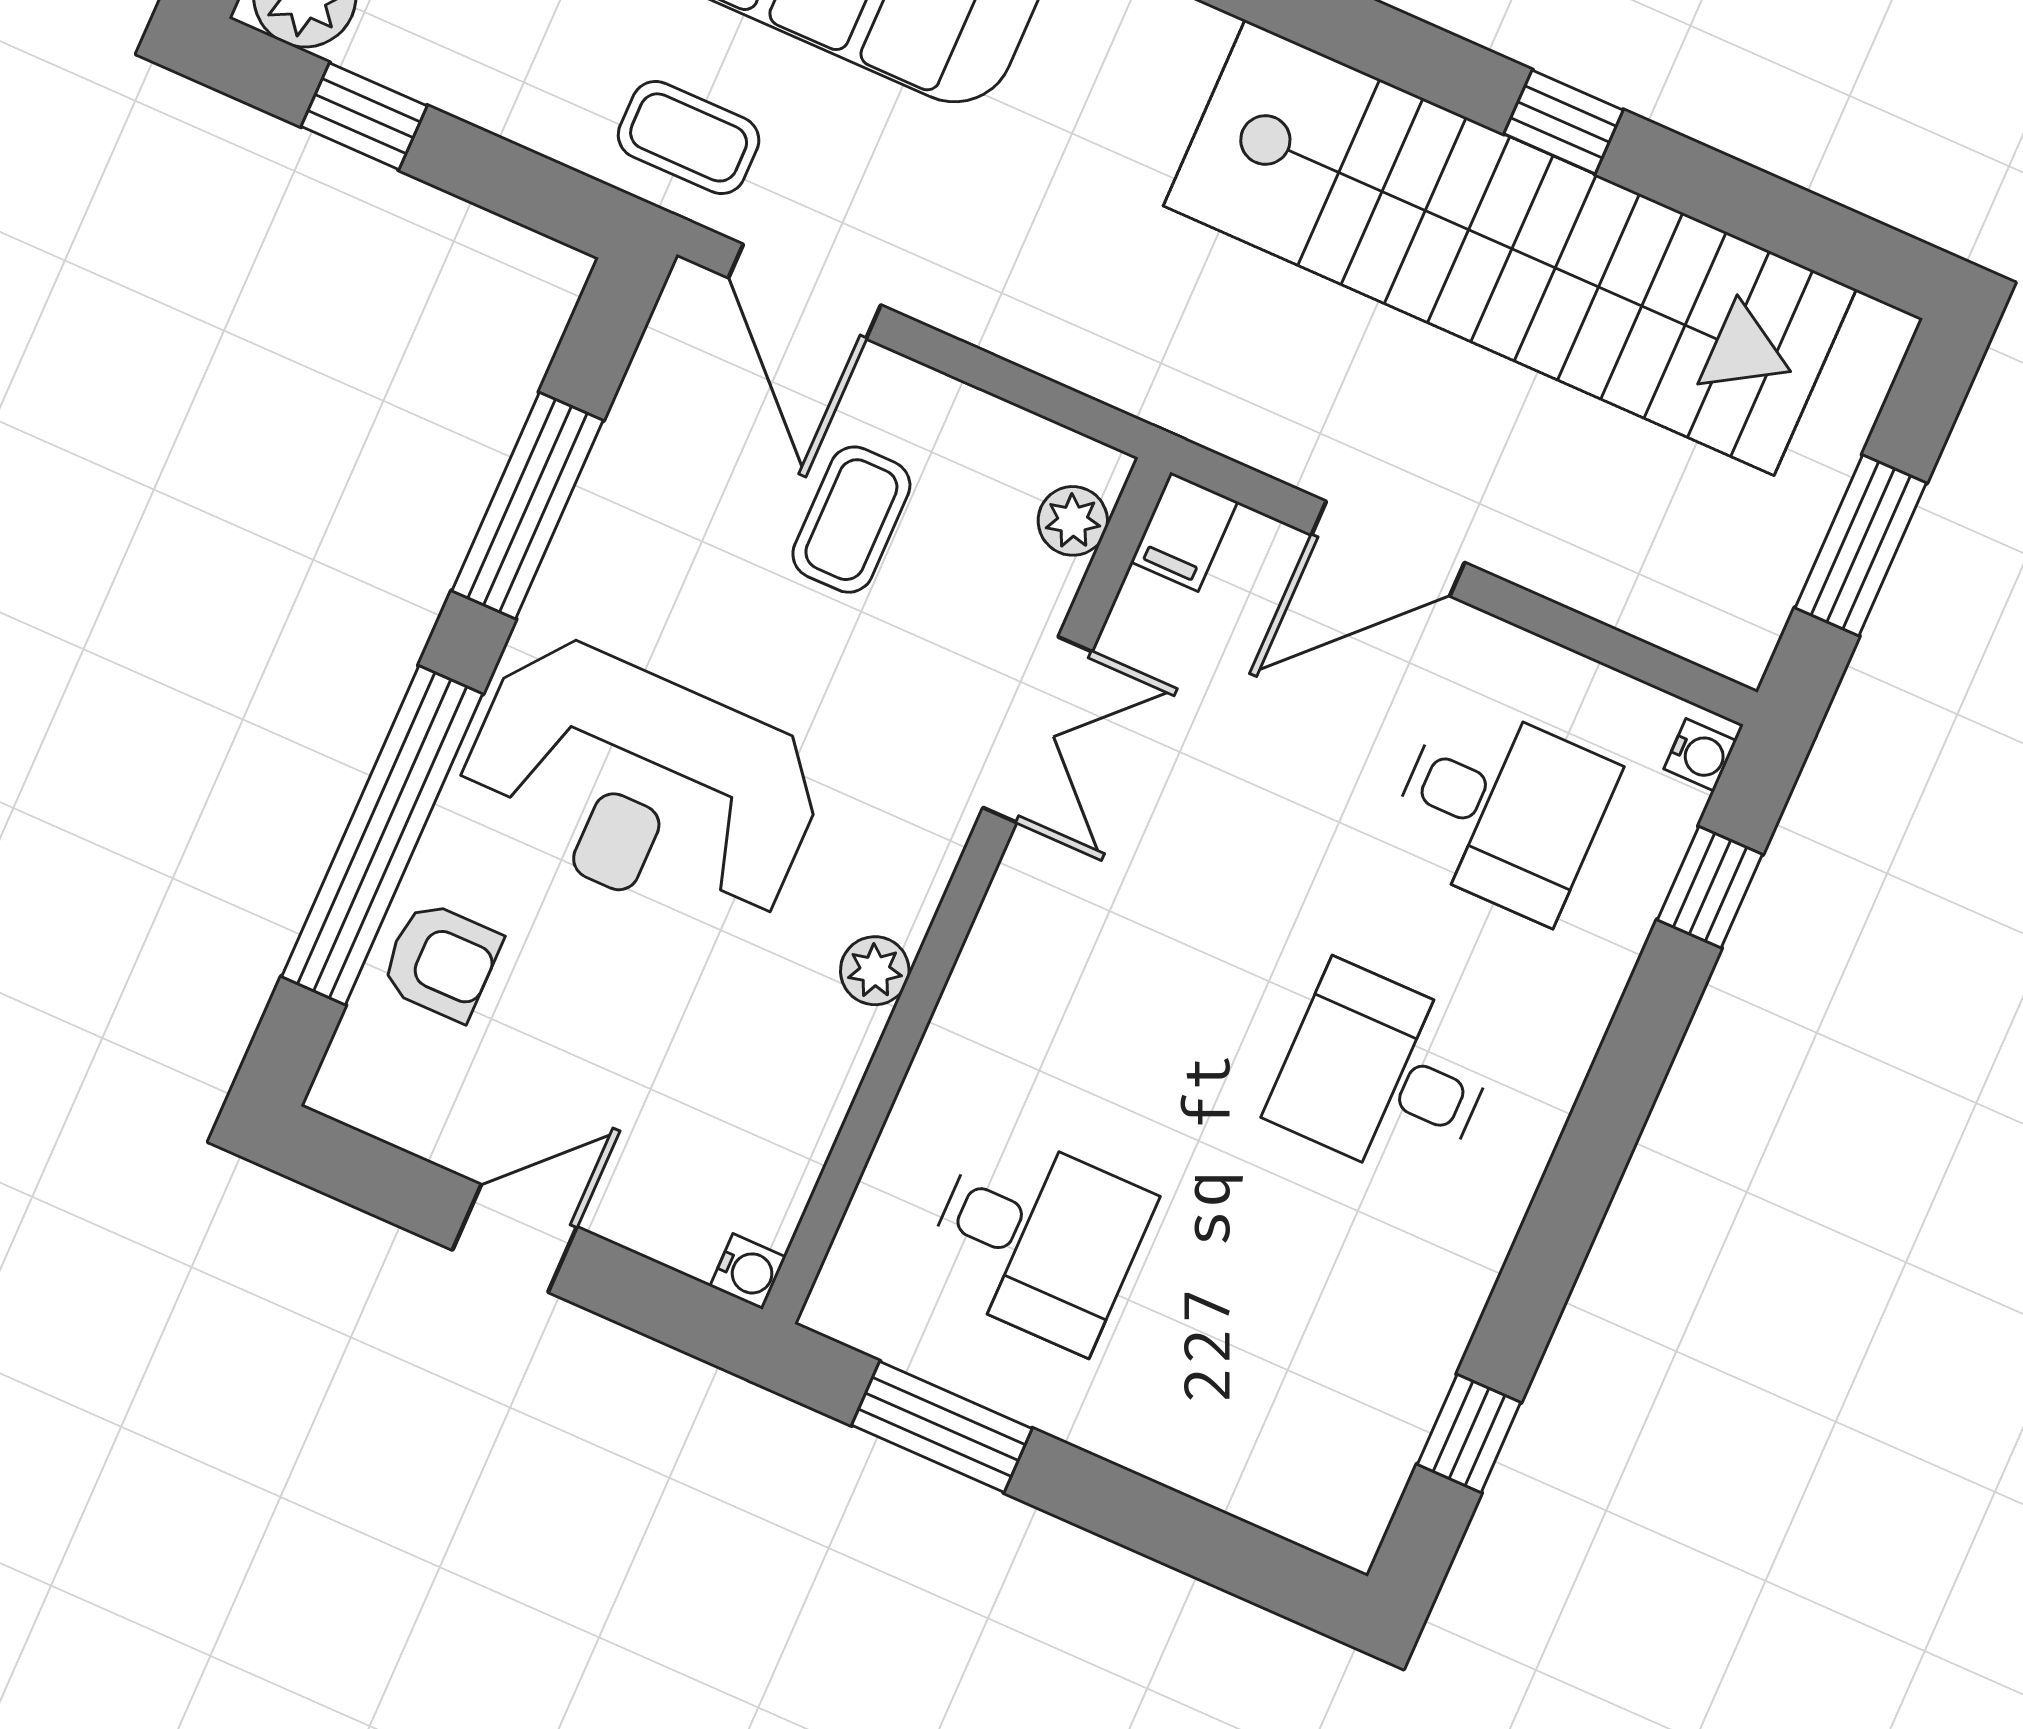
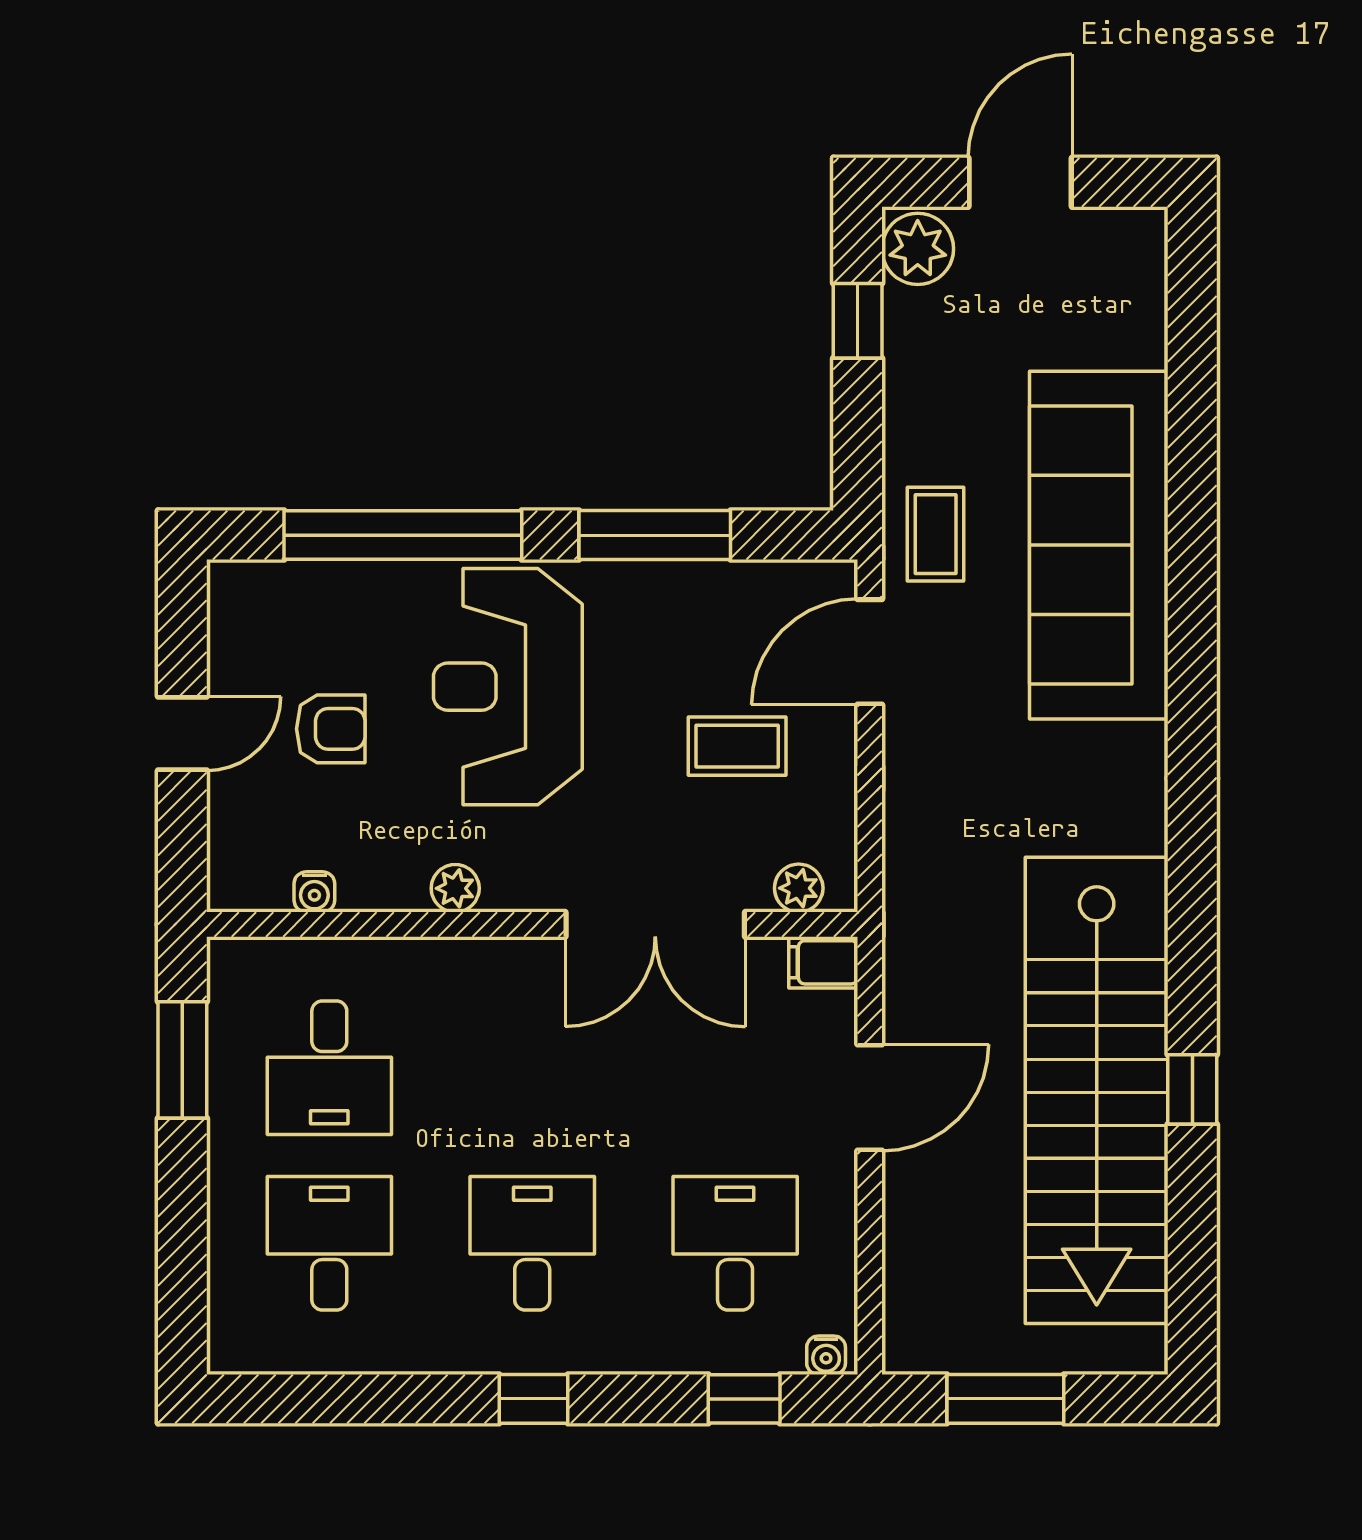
door: (1388, 549) -> (870, 1097), swing flipped
double door: (1037, 730) -> (655, 924), width x1.37
desk: (1501, 809) -> (735, 1243), turned 180
armchair: (441, 961) -> (331, 729), moved, turned -90
door: (515, 1238) -> (182, 734), hinge flipped
water cooler: (748, 1272) -> (314, 892), moved
desk: (1267, 1340) -> (329, 1243), added
window: (1469, 1433) -> (533, 1399), moved

